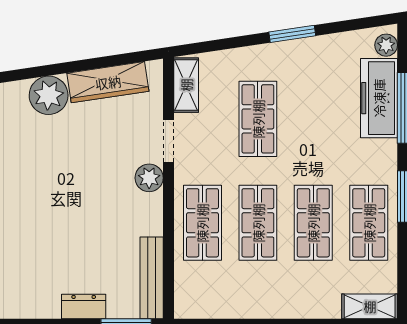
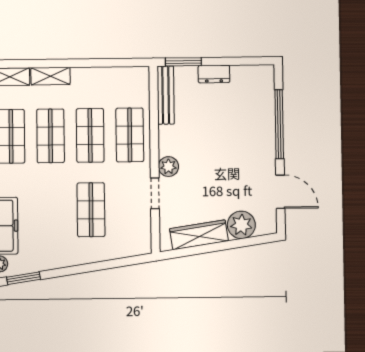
window: (292, 34) -> (24, 278), moved
shelving: (186, 85) -> (50, 76), moved, turned 90

